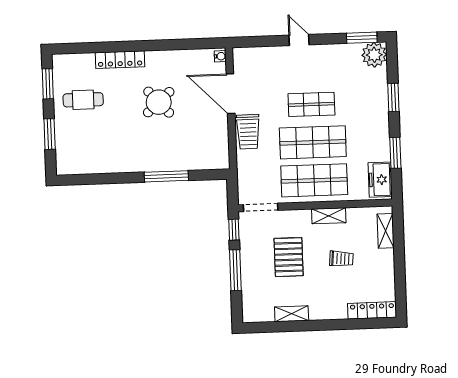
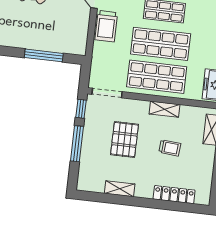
window: (166, 176) -> (44, 55), moved
locker: (372, 310) -> (174, 195), moved

